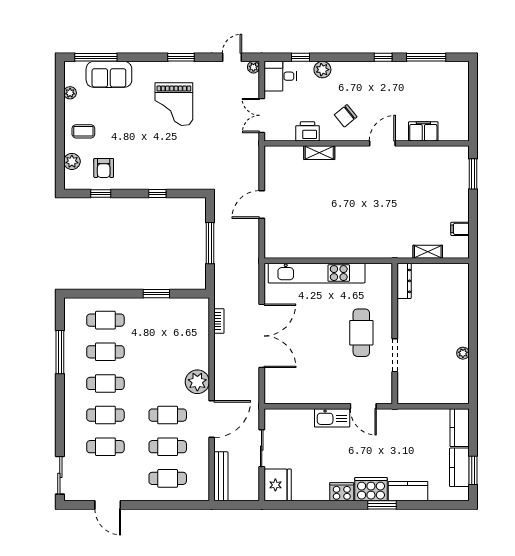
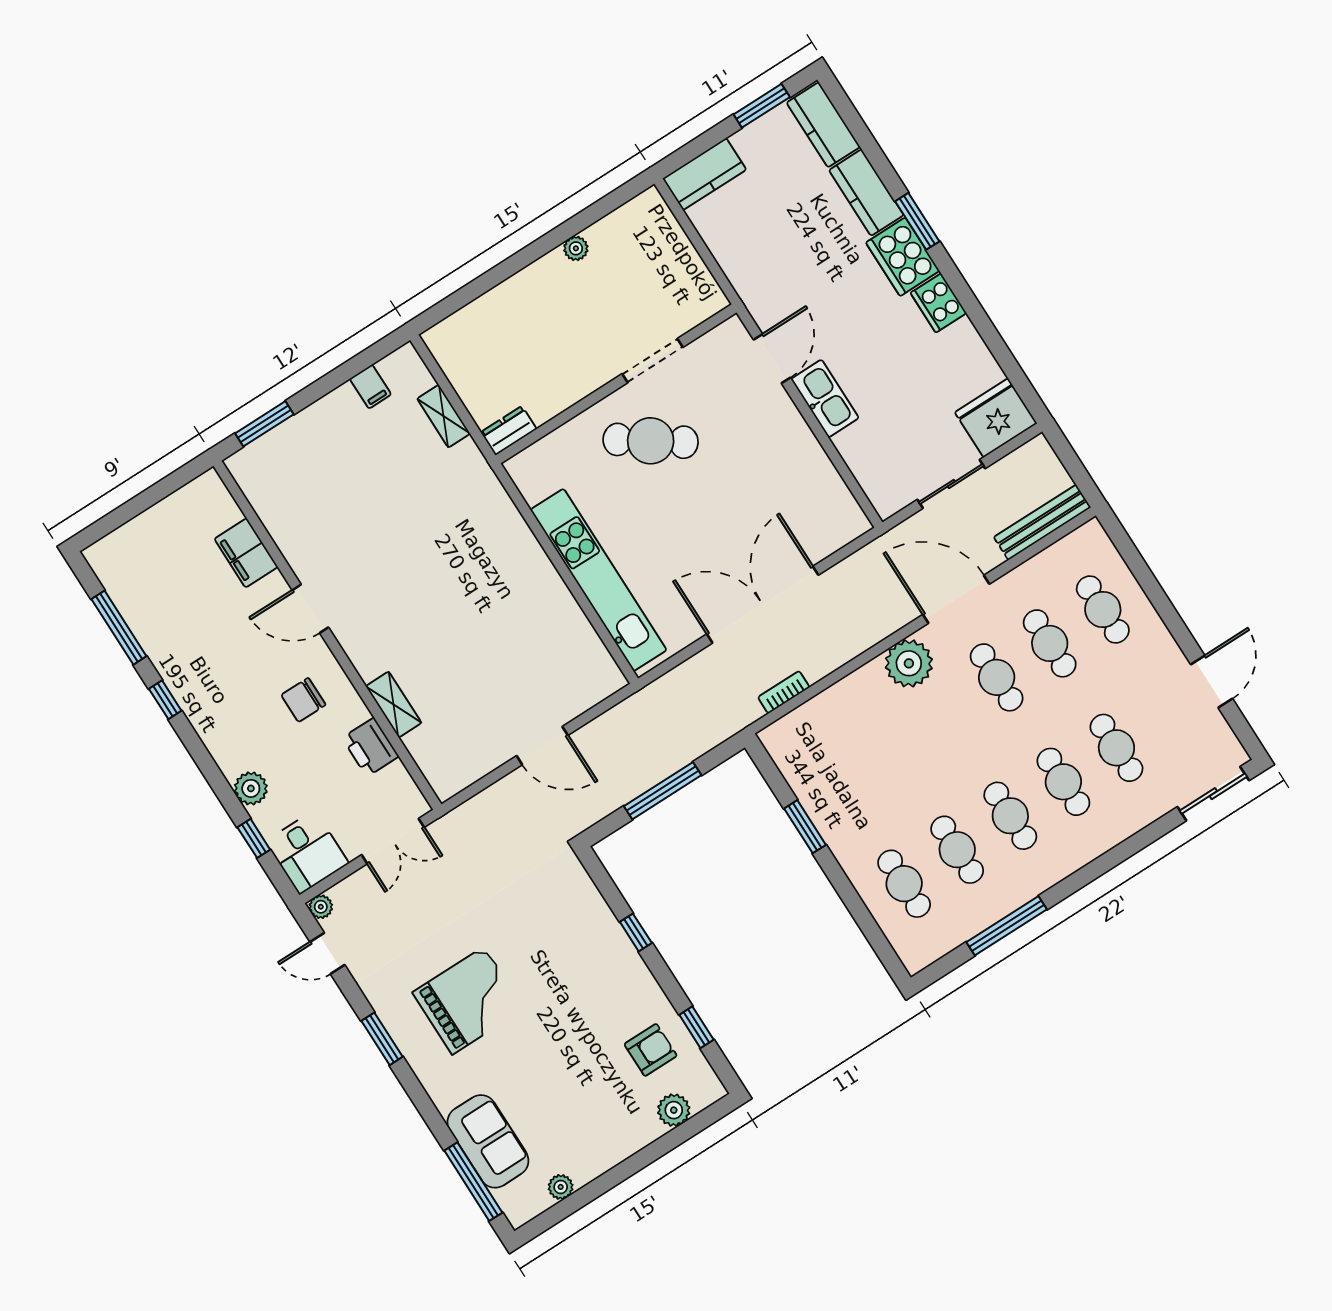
chair: (346, 116) -> (303, 700), turned 129
coffee table: (83, 131) -> (611, 1123), removed
dresser: (404, 281) -> (509, 431), width x0.70
cafe table: (361, 333) -> (651, 441), turned 35
kitchen counter: (459, 467) -> (823, 125), moved, turned 90

